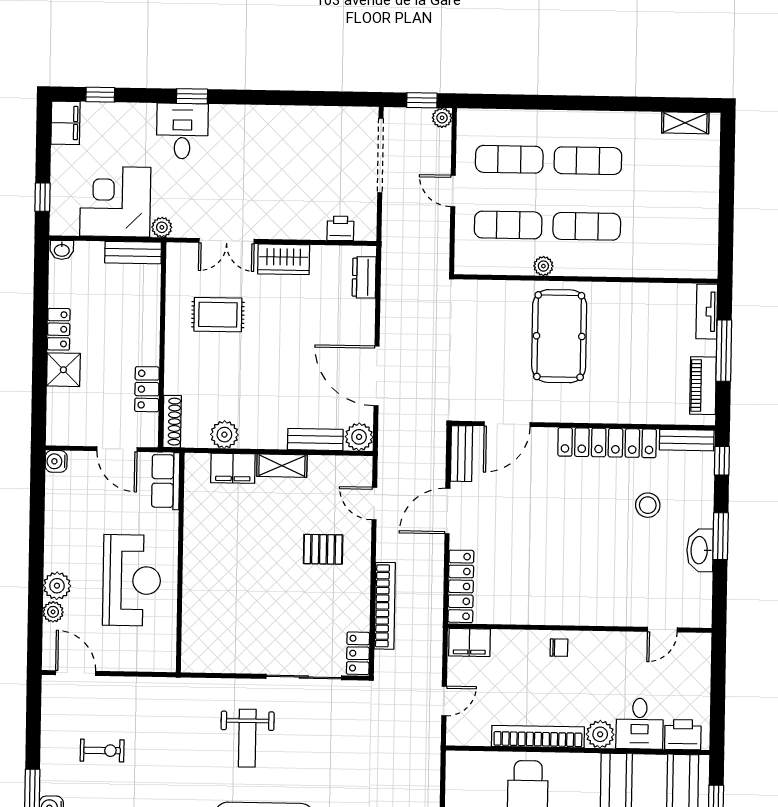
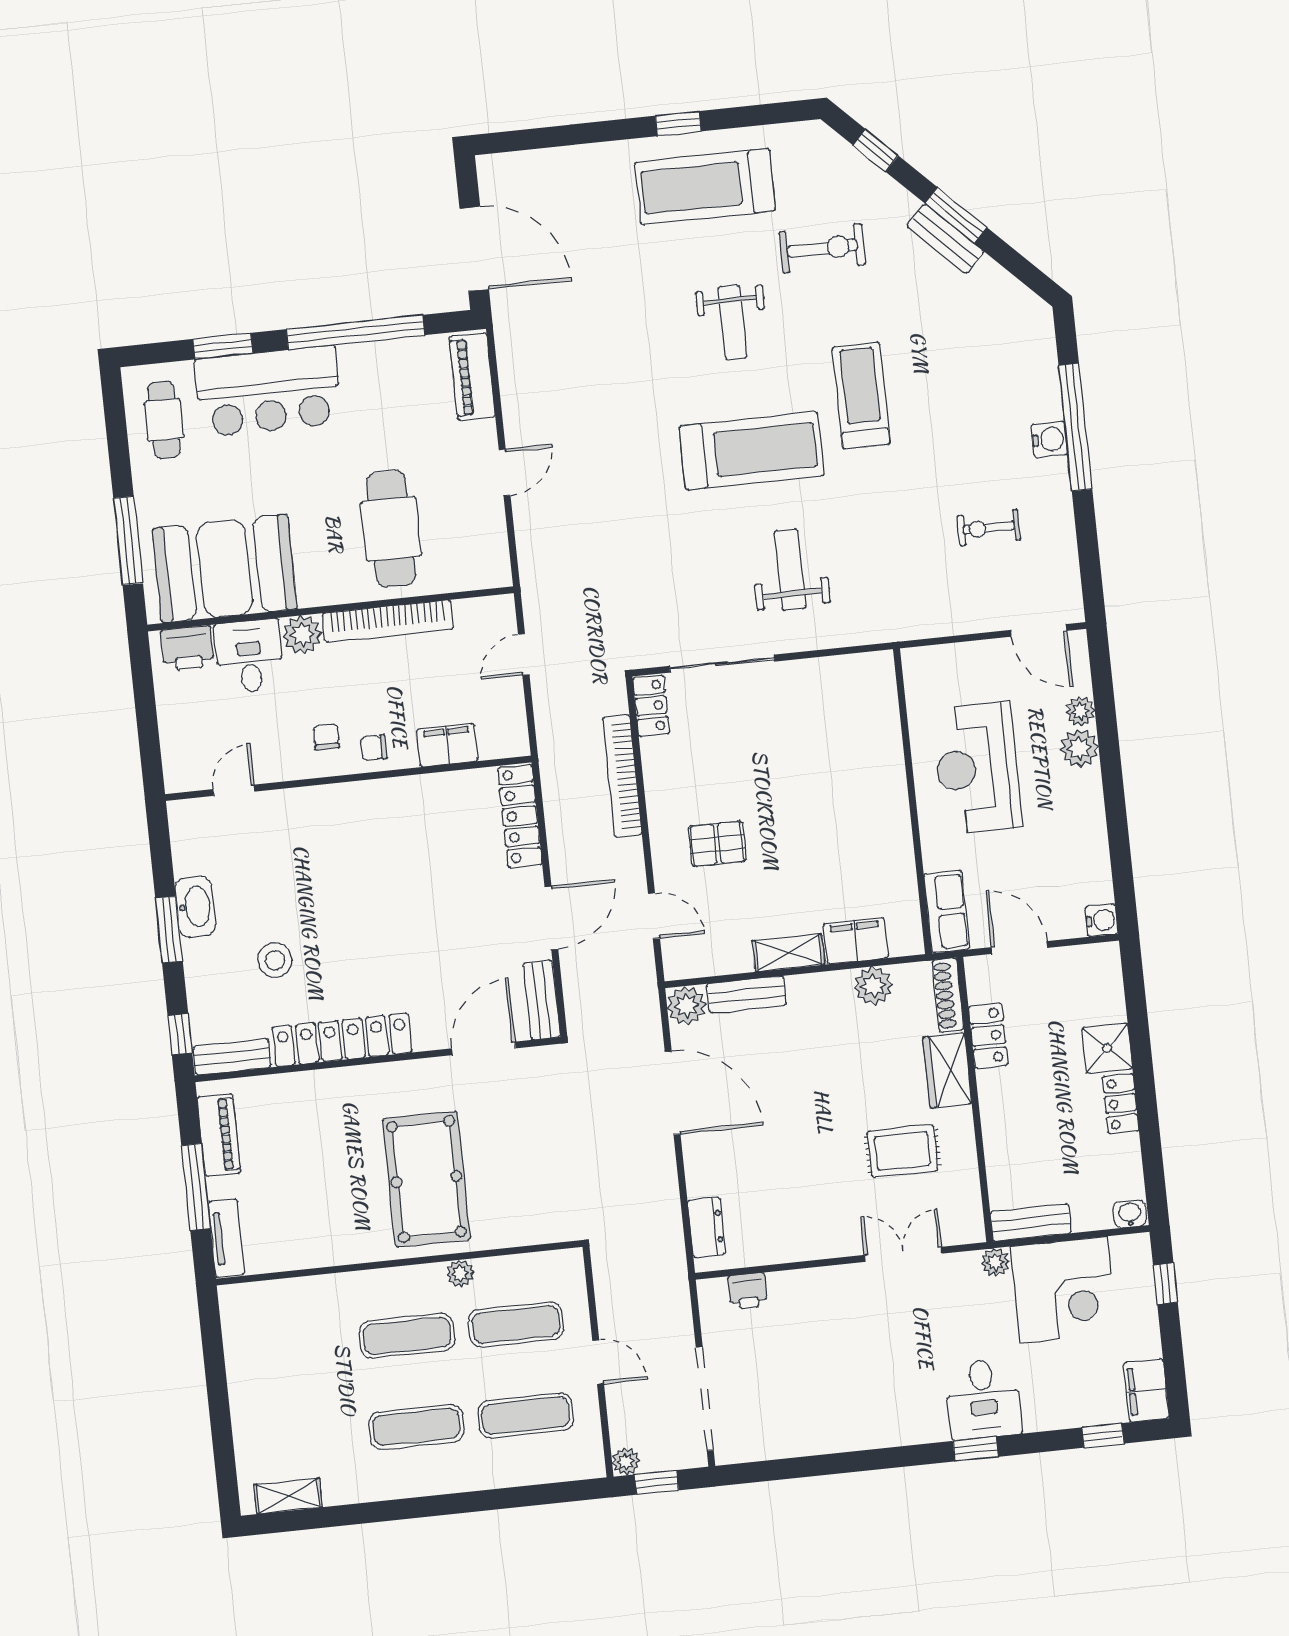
wardrobe: (284, 259) -> (947, 1070), moved, turned -90
filing cabinet: (469, 642) -> (447, 745), moved
chair: (592, 659) -> (326, 737), added

